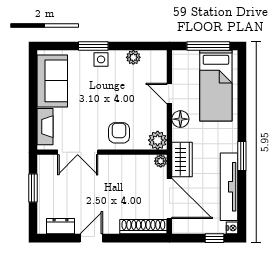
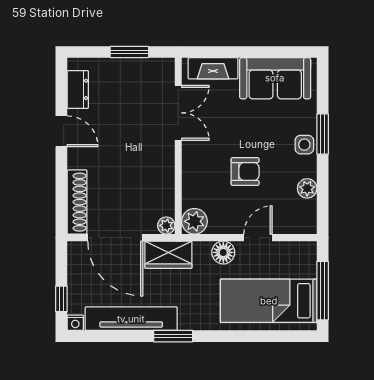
armchair: (119, 133) -> (245, 172), moved
double door: (78, 152) -> (178, 113), swing flipped
door: (169, 199) -> (115, 238), hinge flipped

